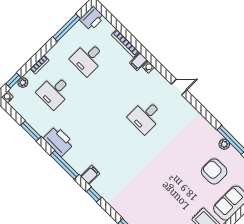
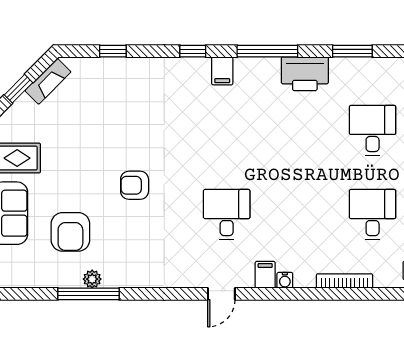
filing cabinet: (139, 62) -> (265, 275), moved
armchair: (170, 165) -> (135, 185), added
armchair: (214, 172) -> (70, 232), turned 90

